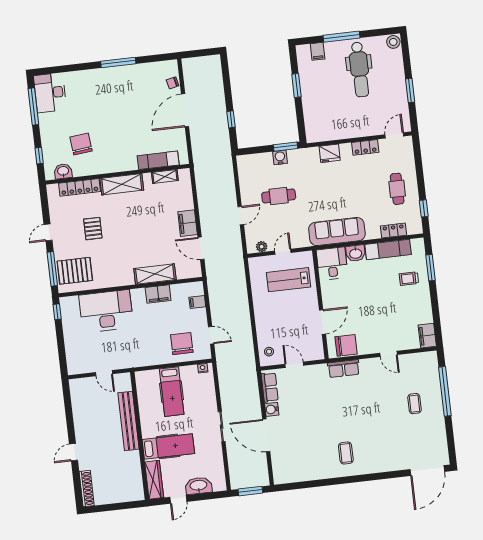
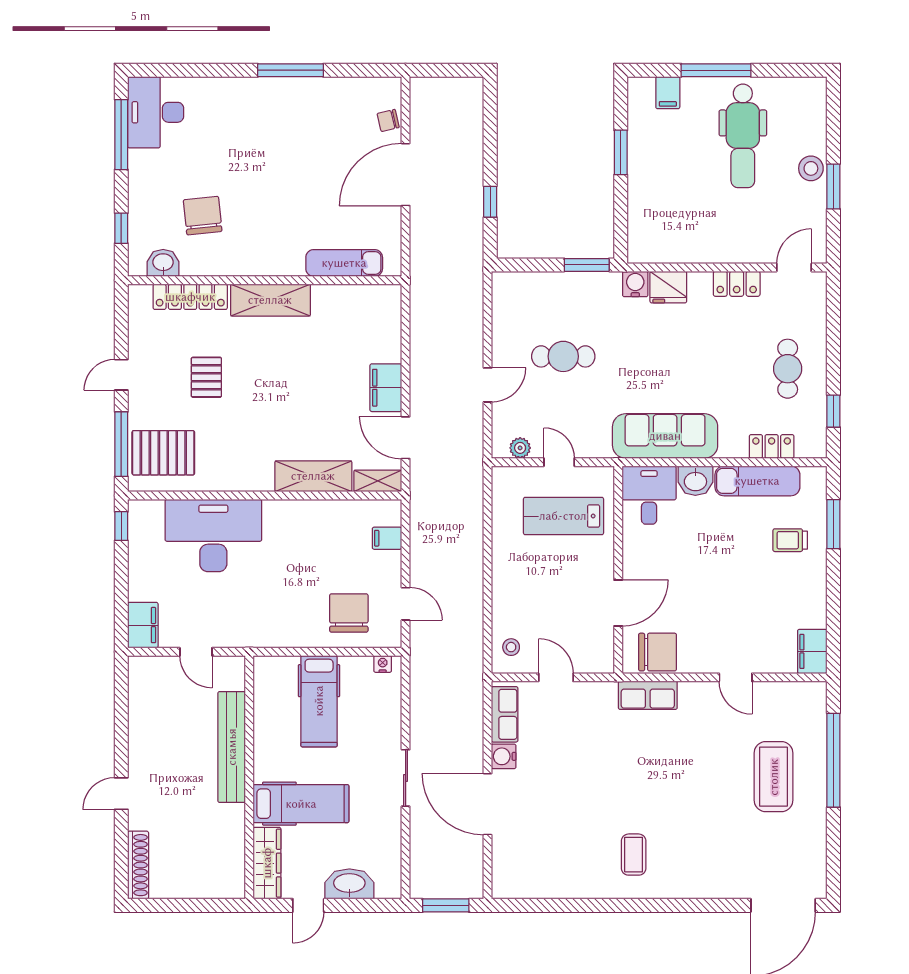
stool: (393, 42) -> (811, 168), moved
water cooler: (280, 157) -> (635, 284), moved
shelving: (165, 176) -> (378, 481), moved
door: (283, 252) -> (559, 462), hinge flipped
filing cabinet: (158, 294) -> (143, 625), moved, turned -90
coffee table: (414, 404) -> (774, 777), width x1.86, depth x1.72

